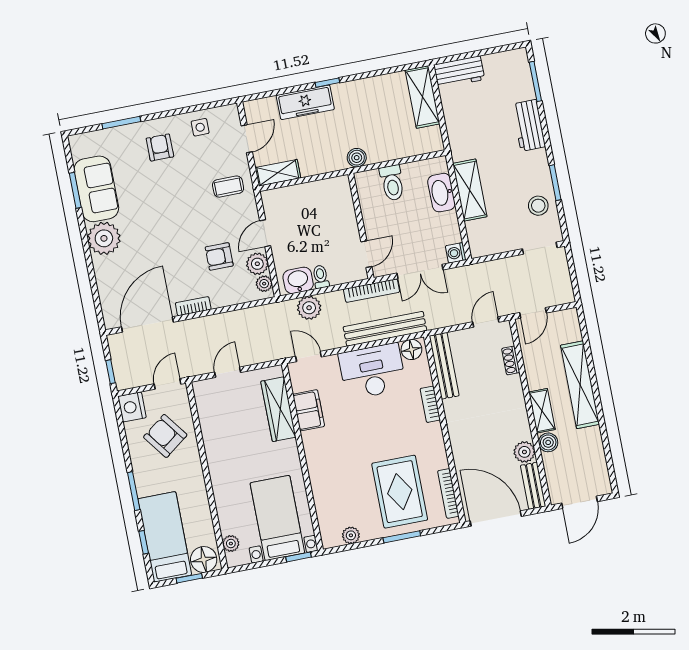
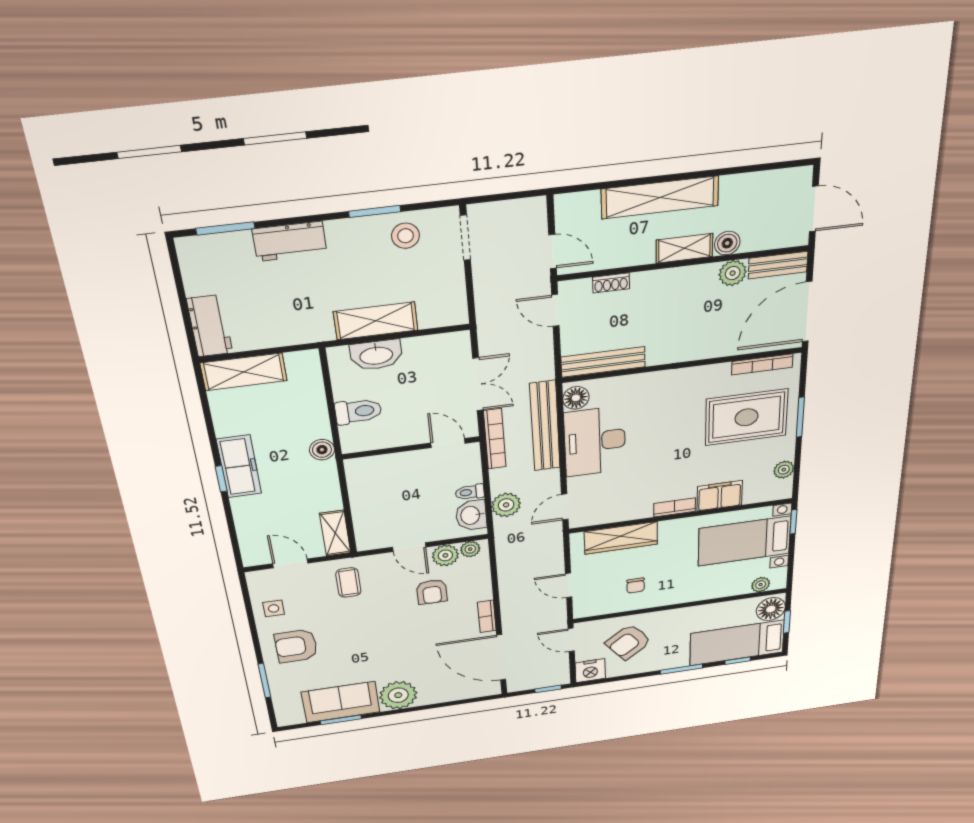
freezer: (305, 102) -> (239, 466), moved
armchair: (160, 147) -> (296, 646), width x1.38, depth x1.38
washing machine: (456, 253) -> (459, 342), removed
bookcase: (430, 404) -> (675, 507), moved, turned 180
filing cabinet: (309, 410) -> (720, 496), moved
chair: (228, 431) -> (636, 586), added

